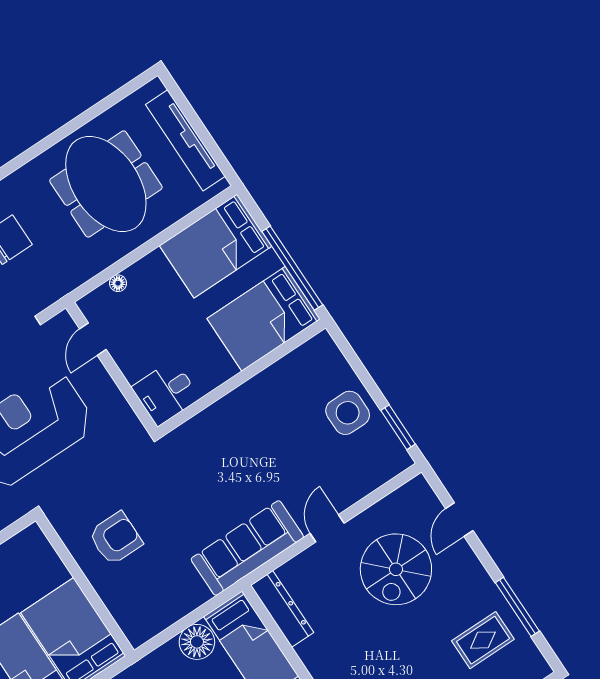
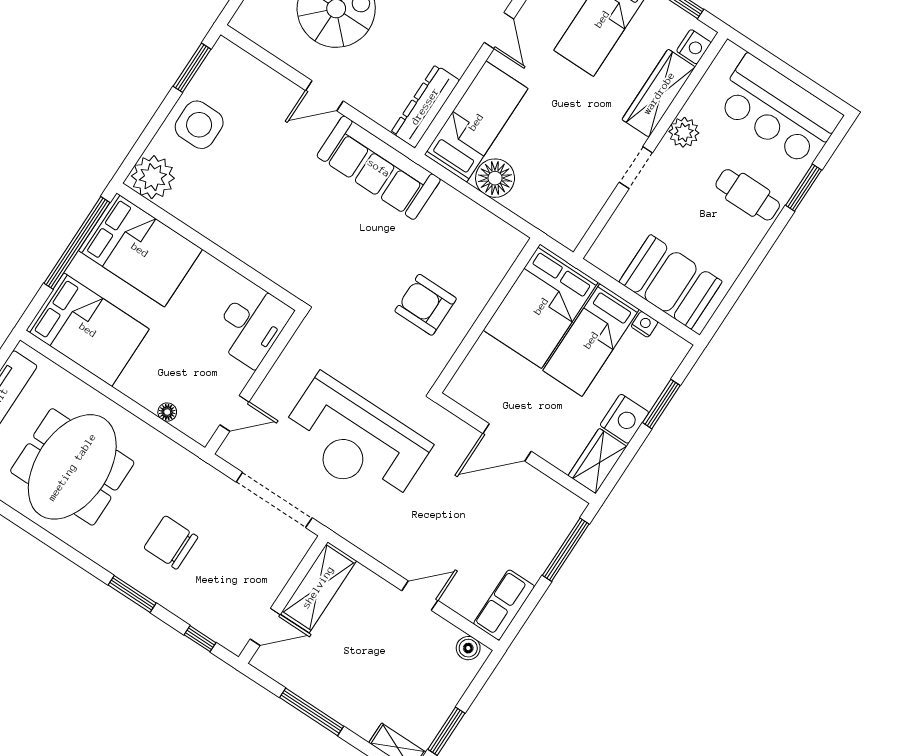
plant: (320, 355) -> (153, 177), added
desk: (166, 393) -> (252, 325), width x1.37

